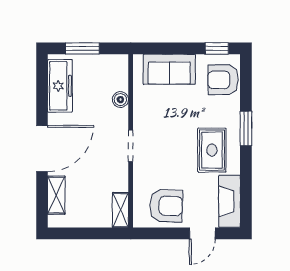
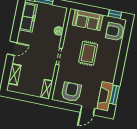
window: (246, 128) -> (115, 95), moved
door: (42, 149) -> (12, 48), width x0.53
rug: (212, 150) -> (88, 53), moved
armchair: (166, 206) -> (71, 92), turned -92

